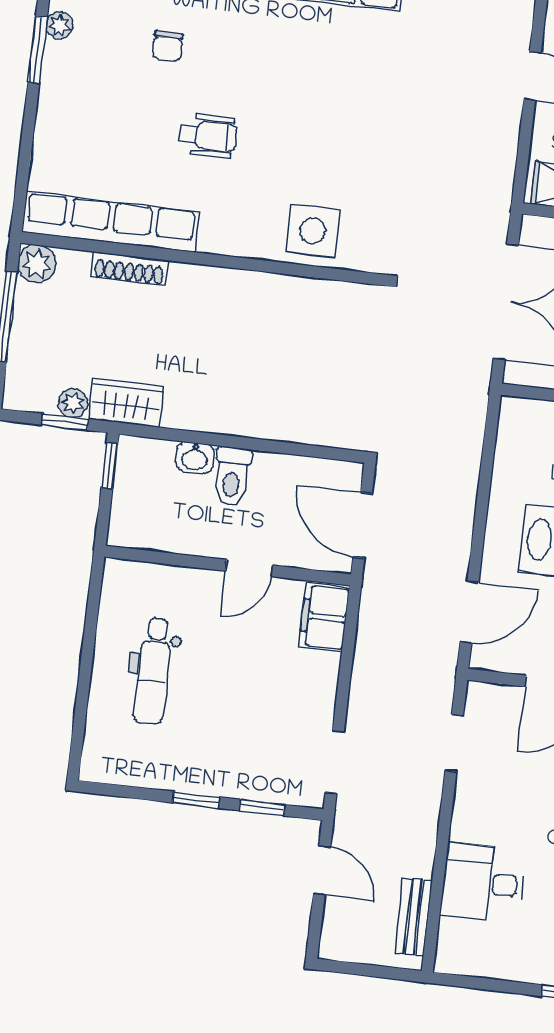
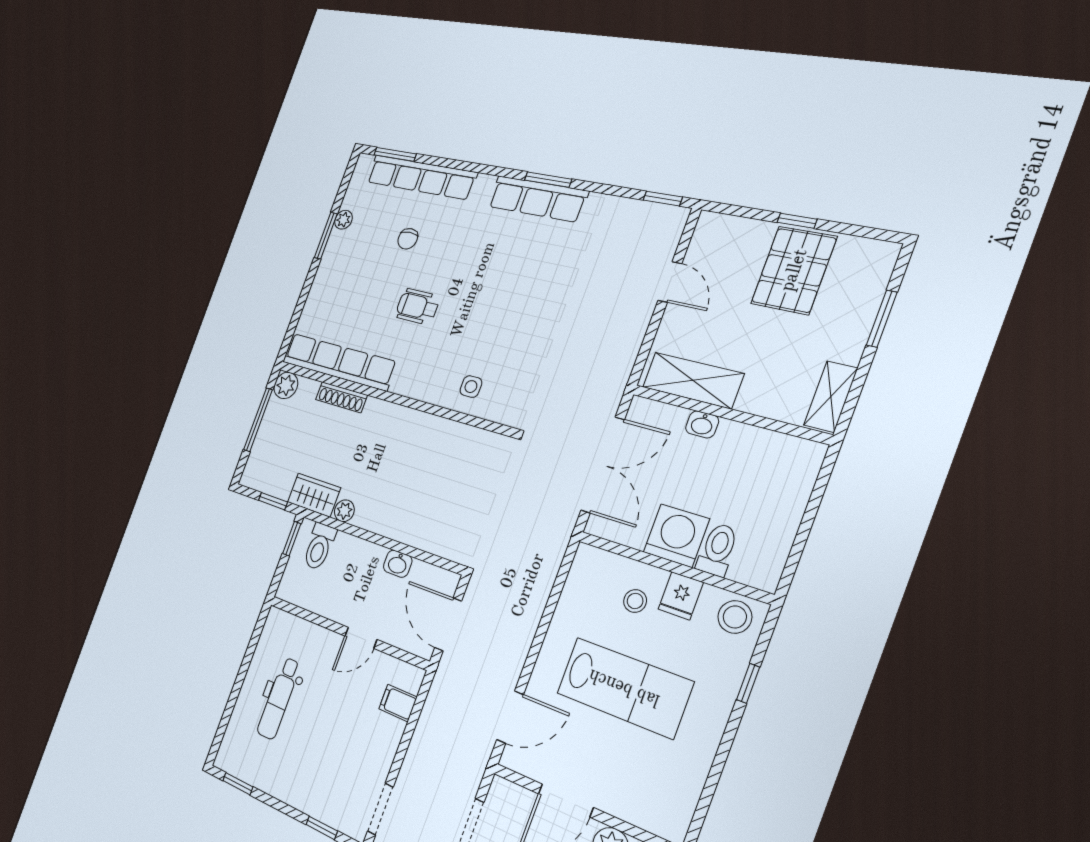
wheelchair: (208, 136) -> (417, 307), turned 180
side table: (313, 231) -> (471, 387), width x0.54, depth x0.54
plant: (73, 403) -> (344, 511), moved
washbasin: (195, 458) -> (398, 564), moved
toilet: (232, 477) -> (319, 546), moved
filing cabinet: (324, 617) -> (398, 703), width x0.50
window: (196, 800) -> (238, 784), moved

